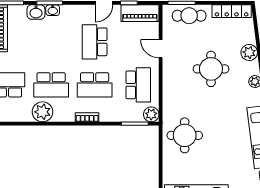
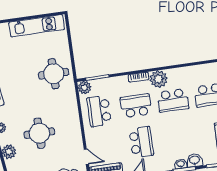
door: (161, 49) -> (86, 157), moved
school desk: (51, 85) -> (173, 100), turned 180
plant: (43, 112) -> (159, 79), moved

